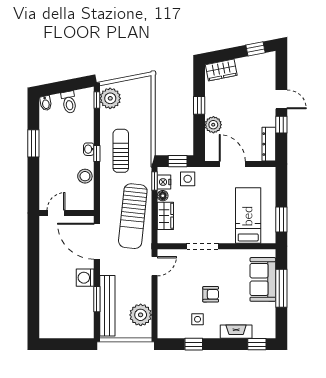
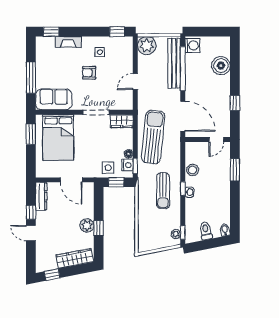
wardrobe: (221, 70) -> (75, 258), width x1.50
plant: (110, 98) -> (176, 234), width x0.53, depth x0.53
plant: (213, 125) -> (87, 225), moved
window: (33, 143) -> (235, 170), moved
wardrobe: (165, 216) -> (122, 121), moved, turned -90
bed: (248, 216) -> (58, 138), width x1.50
window: (33, 257) -> (235, 103), added
door: (155, 266) -> (135, 81), moved
washing machine: (85, 278) -> (192, 45), moved
sofa: (263, 279) -> (54, 99), moved, turned -90
window: (97, 299) -> (183, 69), width x2.11
boiler: (50, 303) -> (221, 66), added
plant: (141, 315) -> (147, 45), moved
window: (194, 344) -> (117, 32), moved

